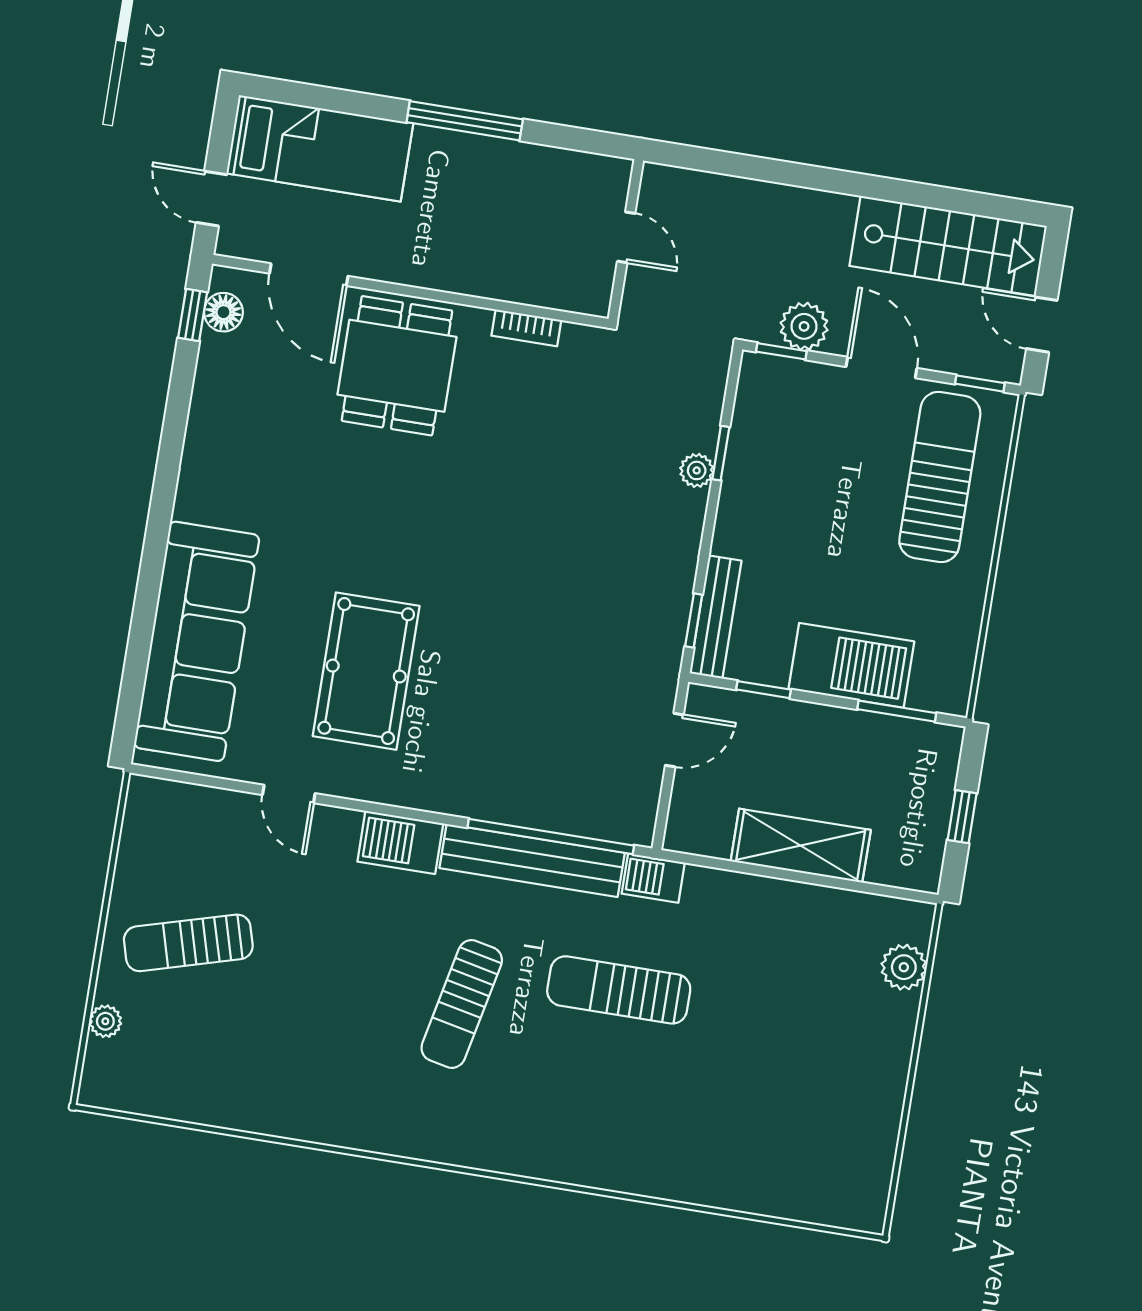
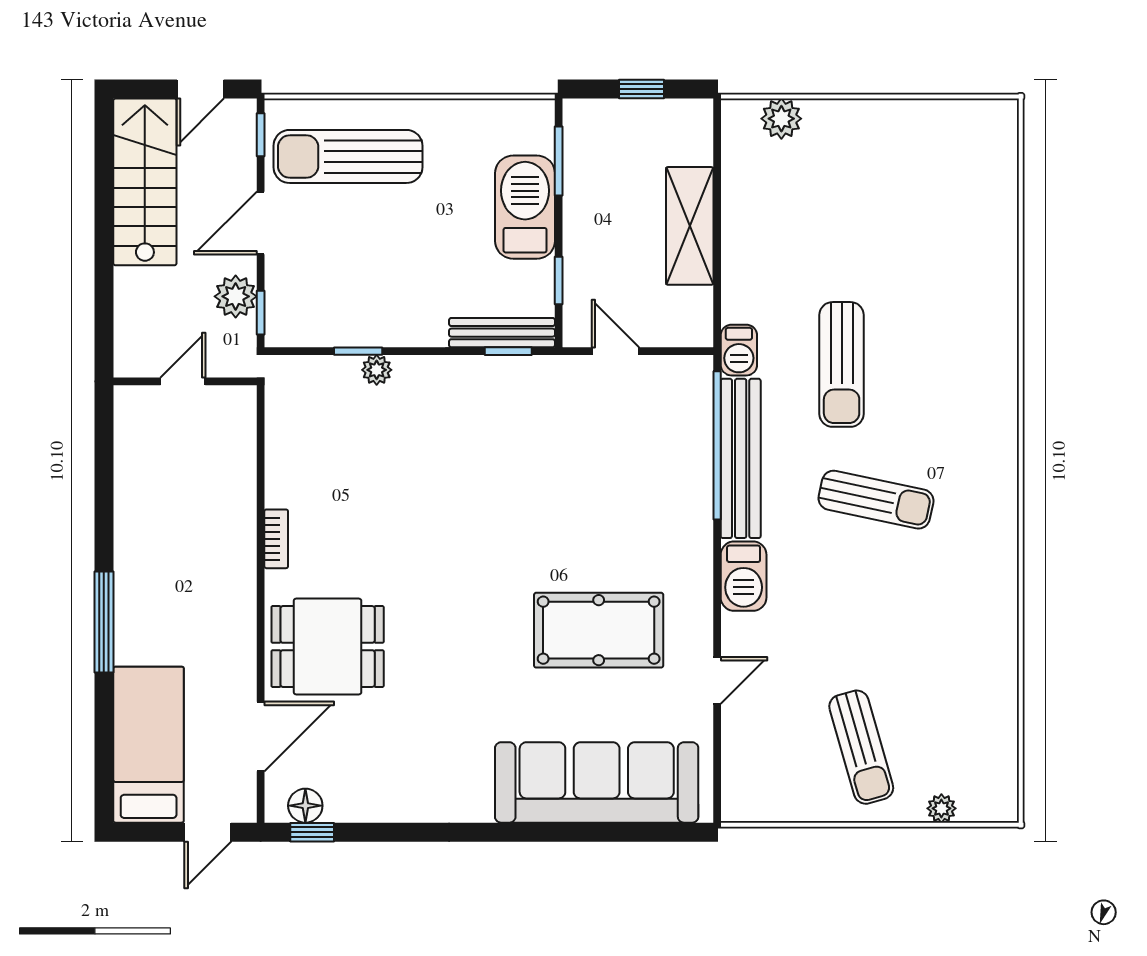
door: (626, 237) -> (183, 381), moved
wall: (626, 240) -> (185, 381), moved

